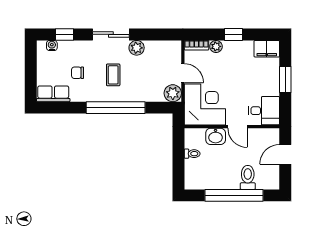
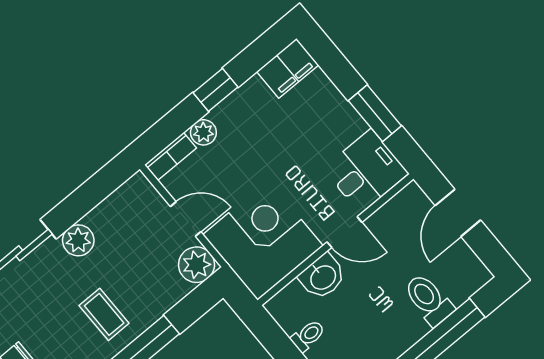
coffee table: (113, 75) -> (104, 314), moved
window: (285, 80) -> (375, 113), moved

